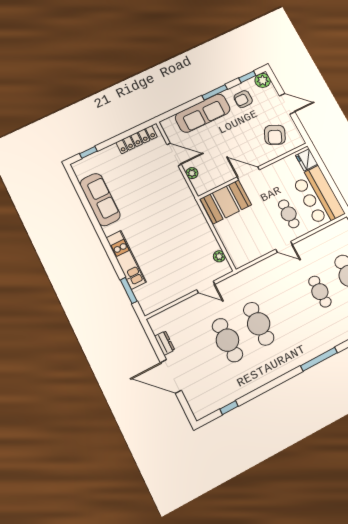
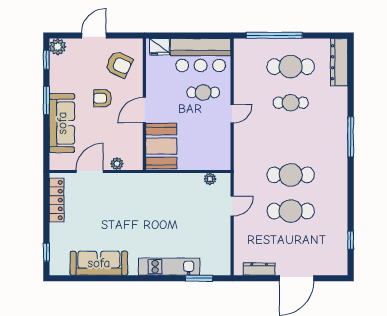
armchair: (243, 99) -> (102, 98), moved, turned 90
dresser: (165, 343) -> (259, 269), width x1.44

